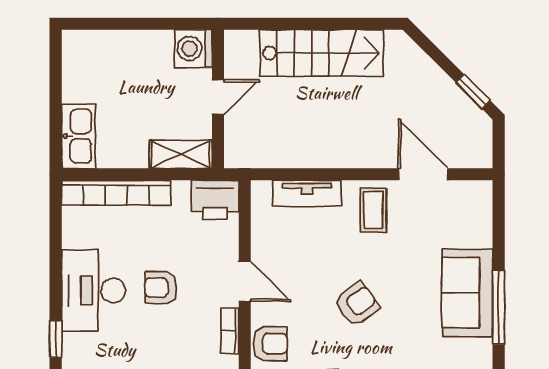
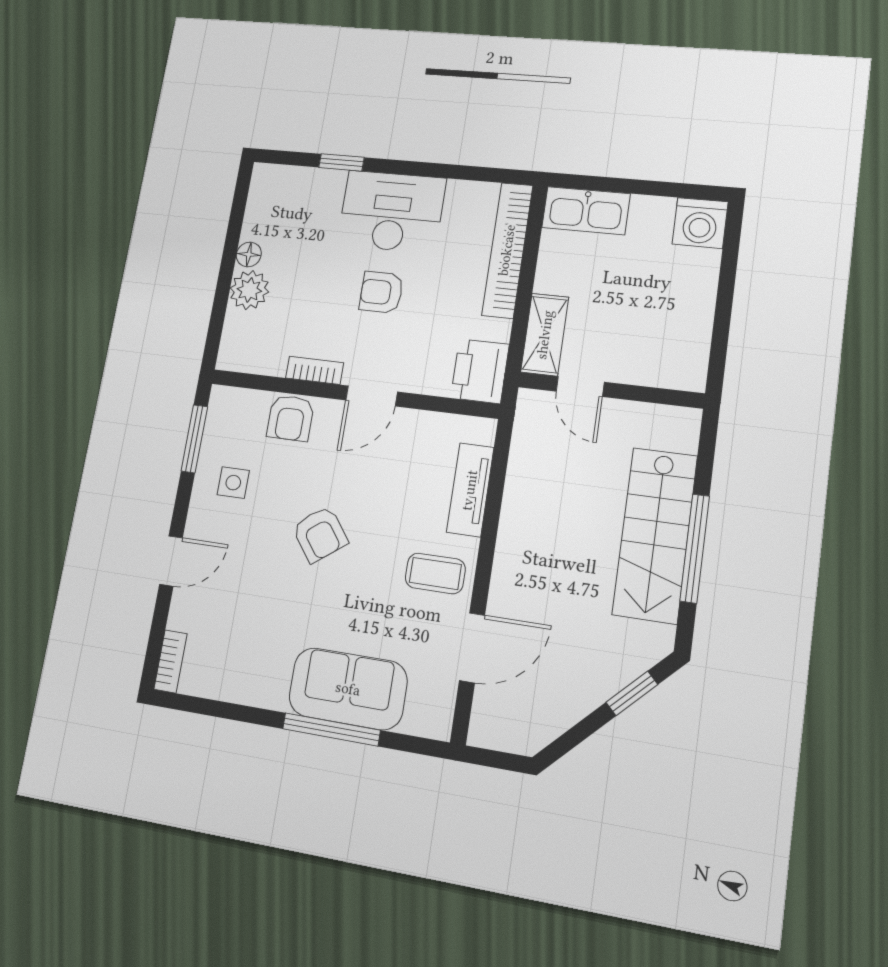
window: (327, 24) -> (695, 548), added
washing machine: (193, 48) -> (700, 223), moved, turned 180
window: (473, 92) -> (632, 693), moved
door: (218, 97) -> (580, 387), moved
armchair: (161, 288) -> (381, 292), turned -90
sofa: (467, 293) -> (348, 689), moved
window: (499, 307) -> (331, 729), moved

